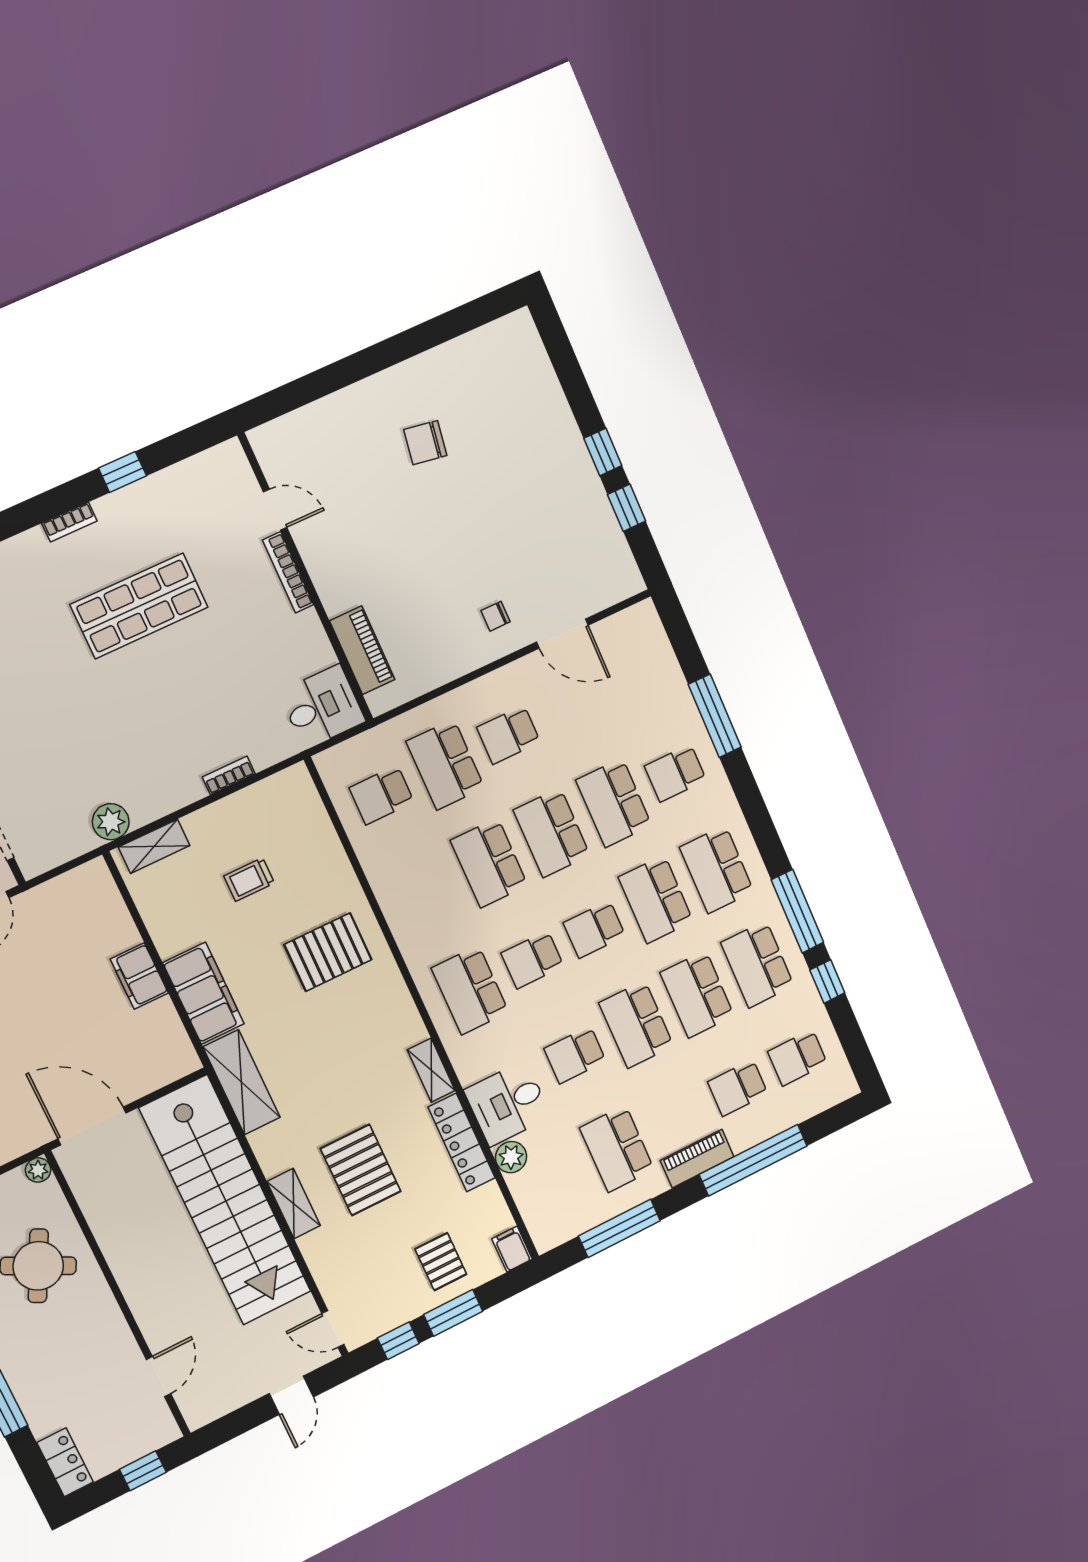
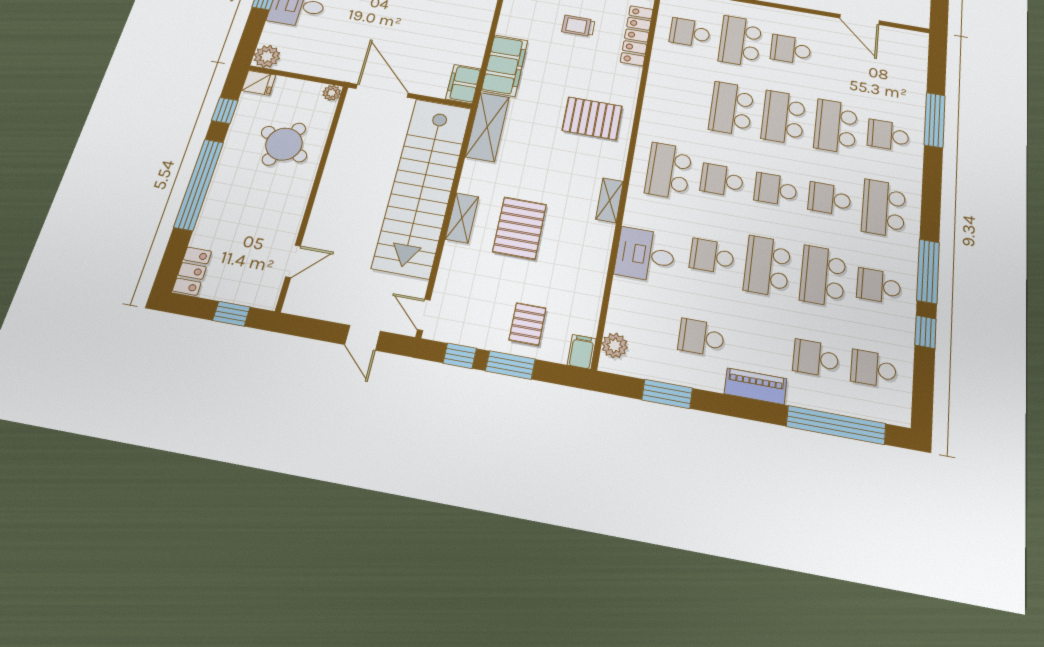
school desk: (656, 899) -> (829, 199), width x0.54
pallet: (328, 952) -> (592, 118), moved
school desk: (757, 964) -> (879, 286), width x0.54
filing cabinet: (139, 976) -> (463, 84), moved
locker: (462, 1143) -> (637, 36), moved
school desk: (617, 1149) -> (701, 337), width x0.54
plant: (511, 1157) -> (615, 346), moved
window: (753, 1160) -> (836, 425), moved
window: (619, 1228) -> (667, 394), width x0.69
door: (291, 1395) -> (363, 338), hinge flipped

